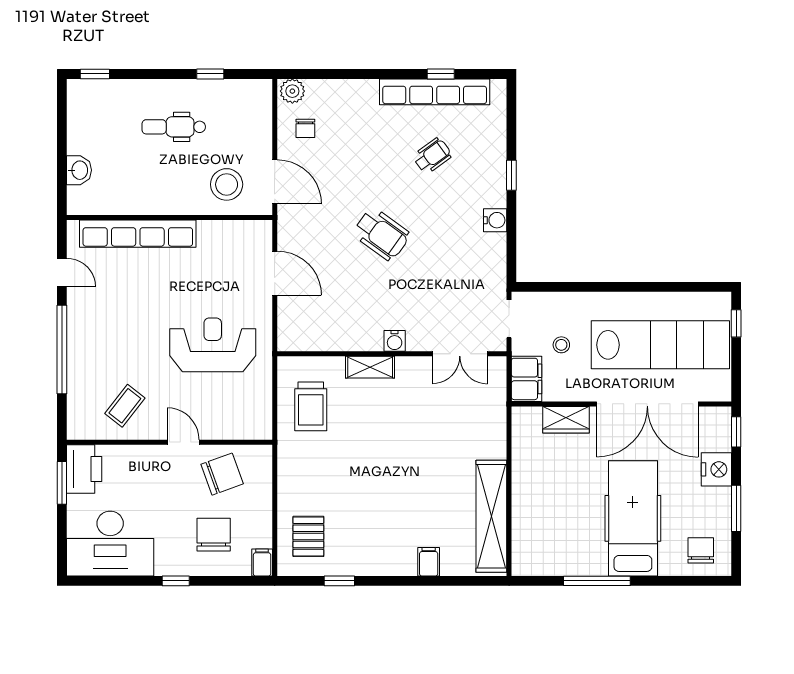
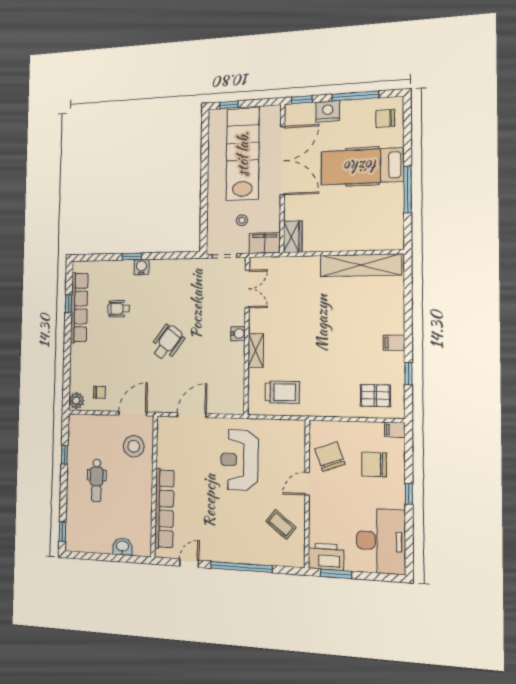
wheelchair: (432, 156) -> (119, 309), turned -55
water cooler: (495, 220) -> (141, 267), moved
wardrobe: (566, 420) -> (293, 237), moved
window: (736, 508) -> (355, 96), width x1.44
filing cabinet: (429, 562) -> (394, 343), moved

